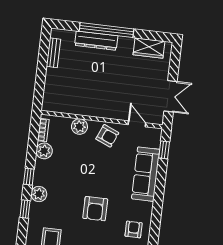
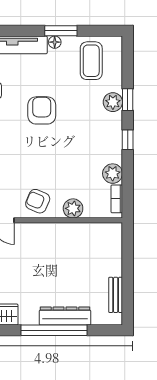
plant: (39, 194) -> (113, 102), moved

